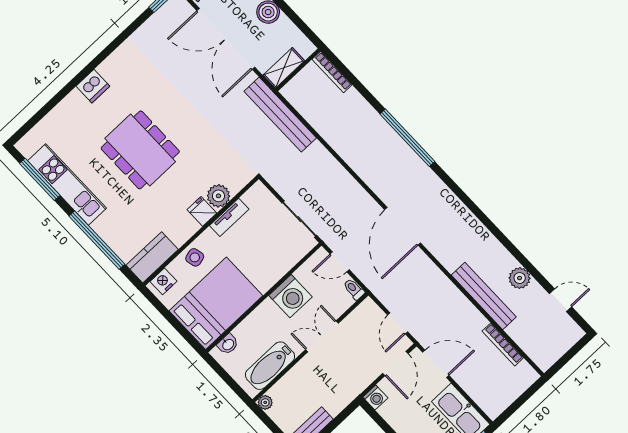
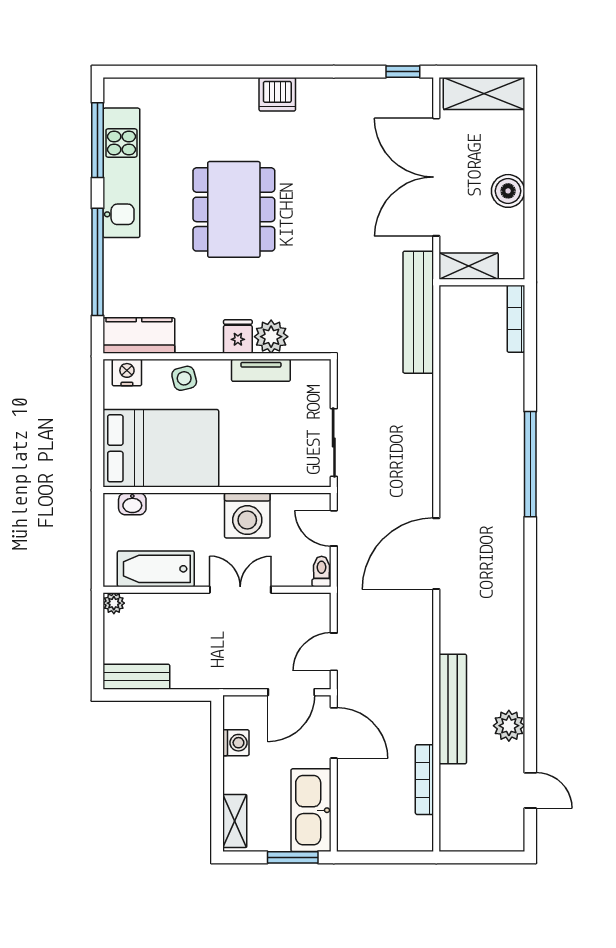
dishwasher: (93, 86) -> (277, 94), moved
washing machine: (375, 397) -> (236, 743), moved, turned -90

